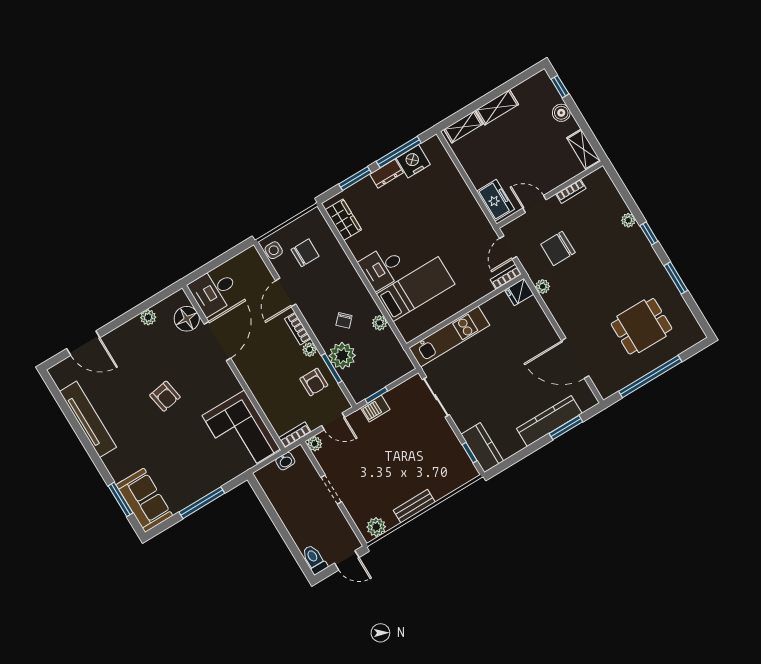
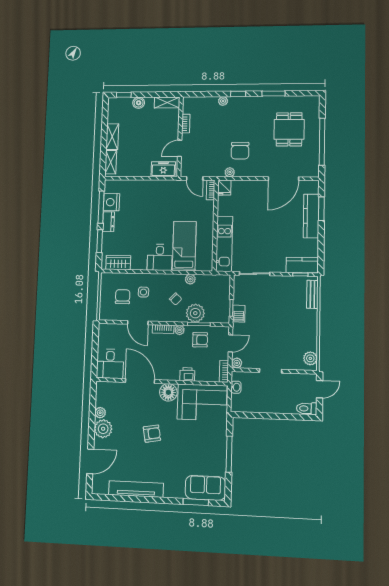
chair: (558, 248) -> (240, 151), moved
side table: (274, 250) -> (143, 292), moved
floor lamp: (187, 319) -> (168, 392), moved
plant: (132, 333) -> (103, 429), added
printer: (263, 393) -> (187, 374), added
bench: (414, 506) -> (312, 294), moved

